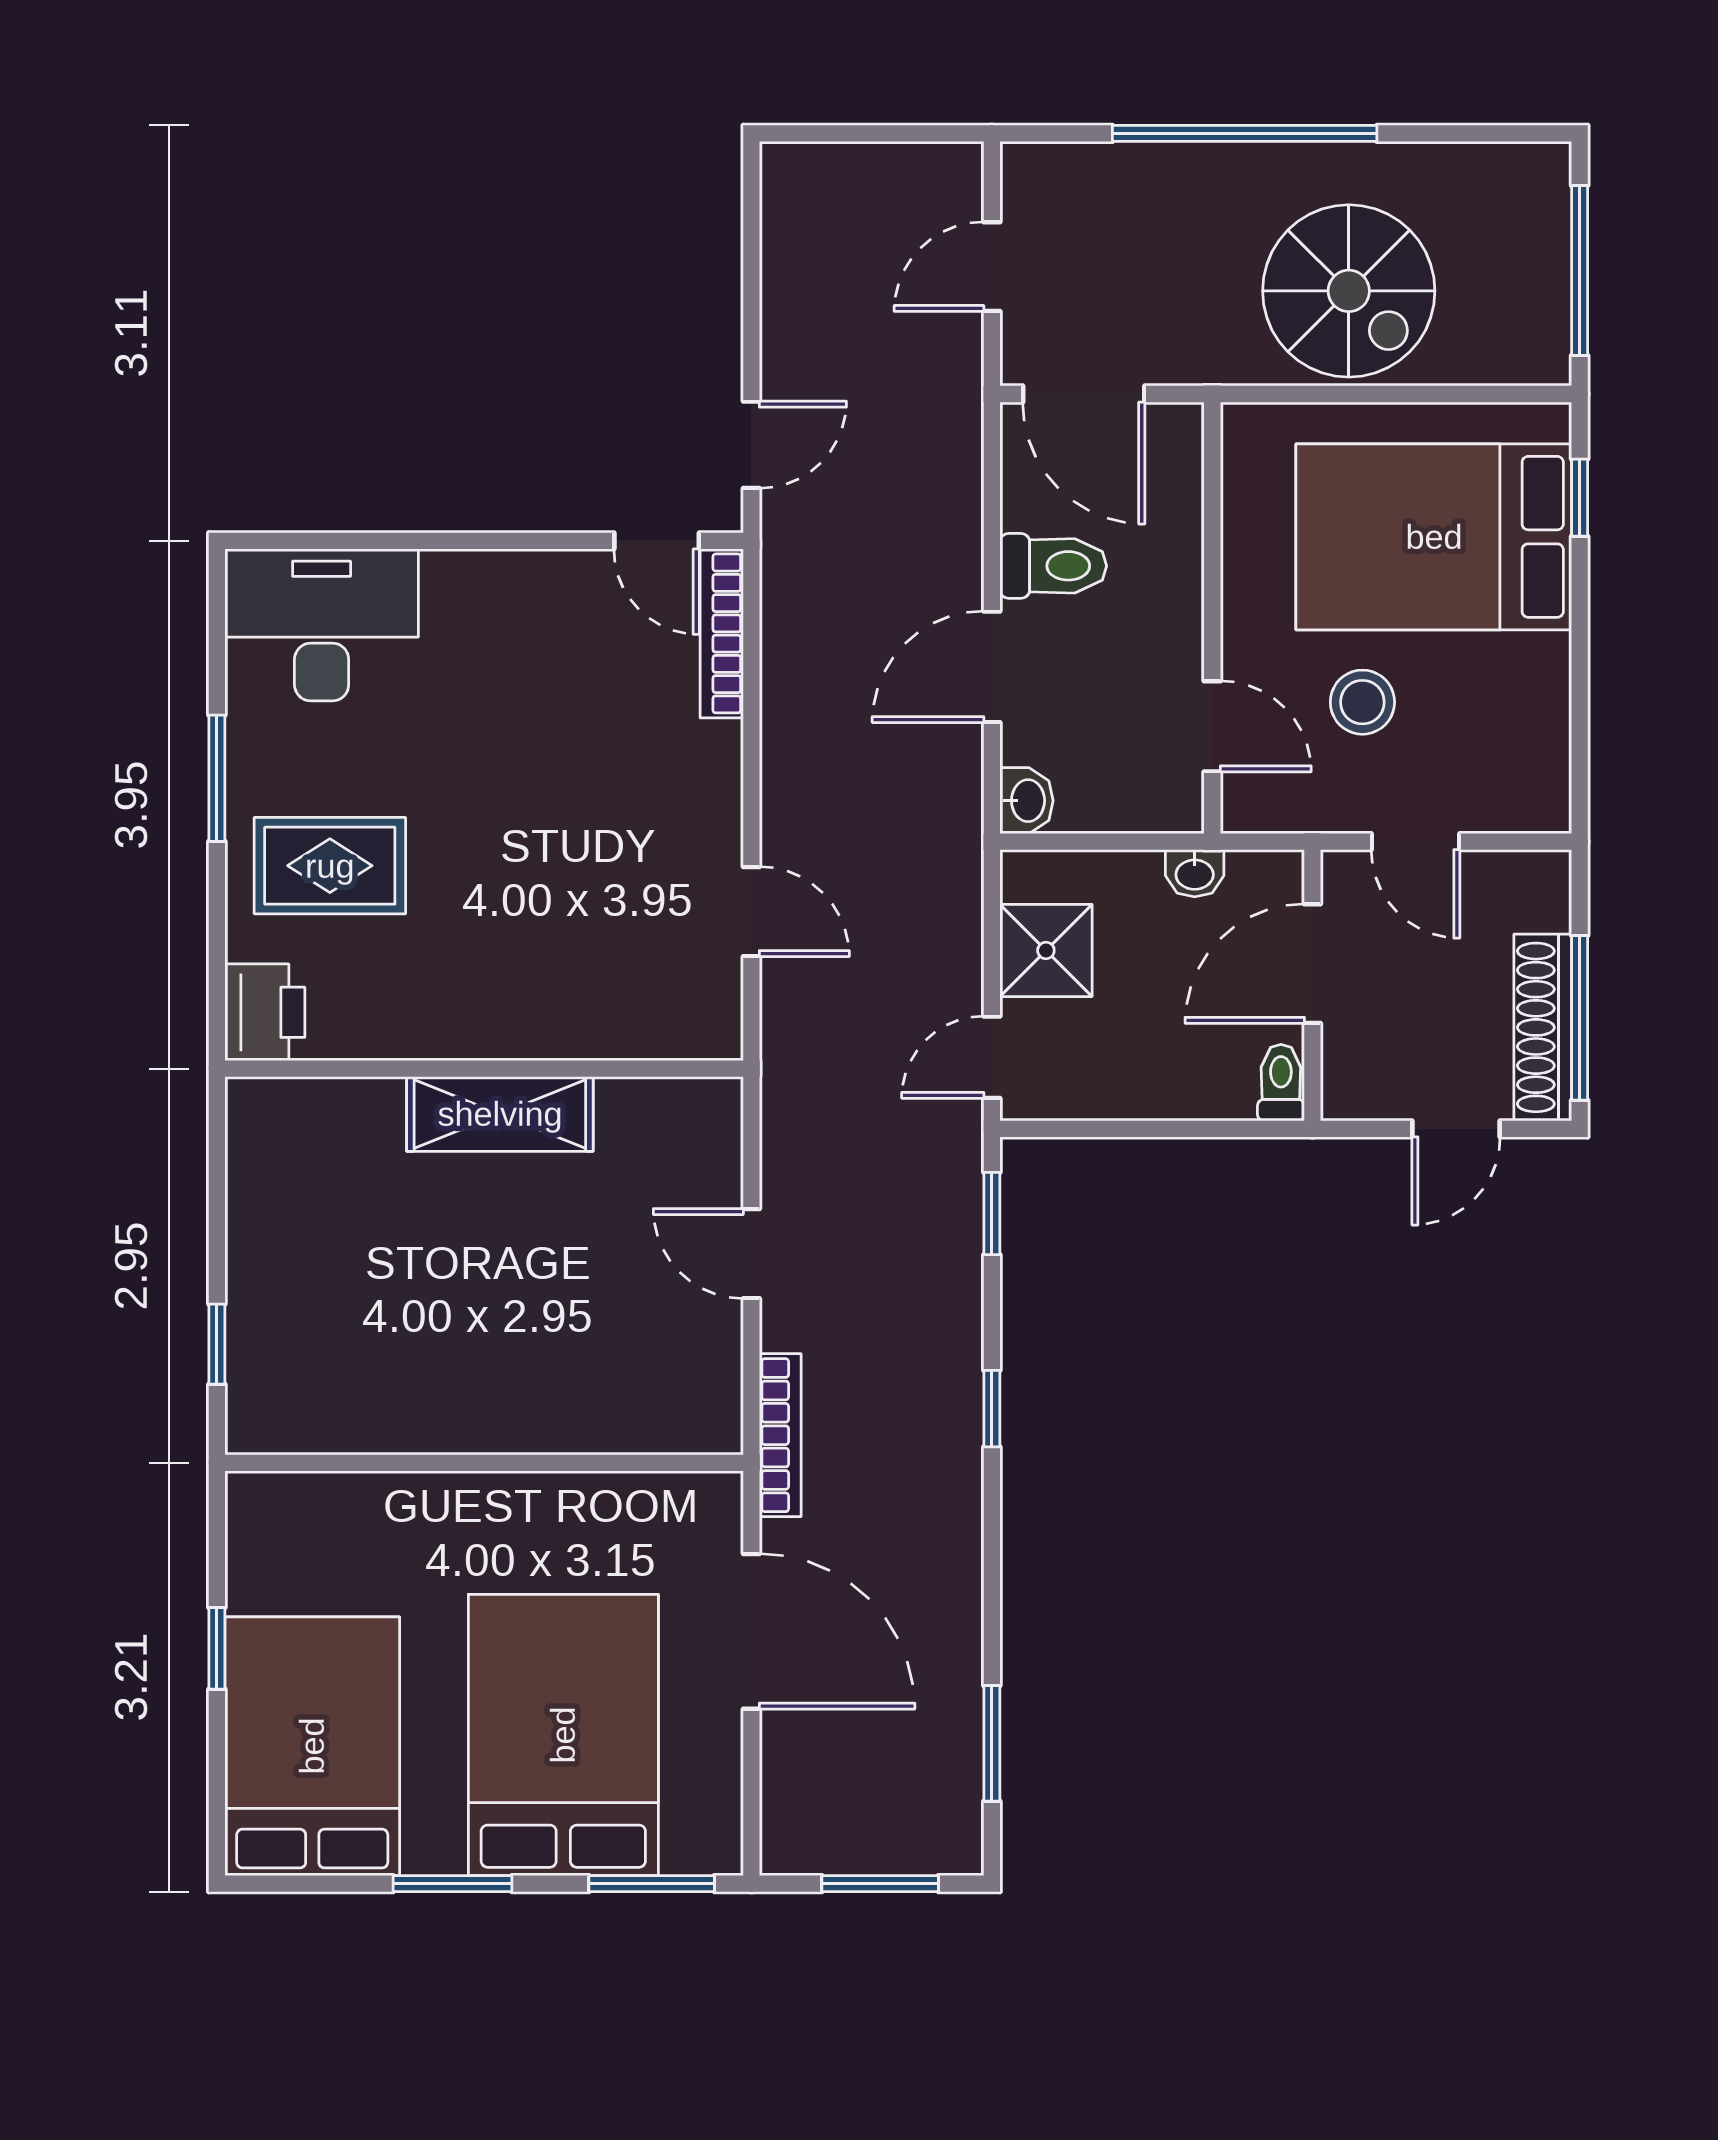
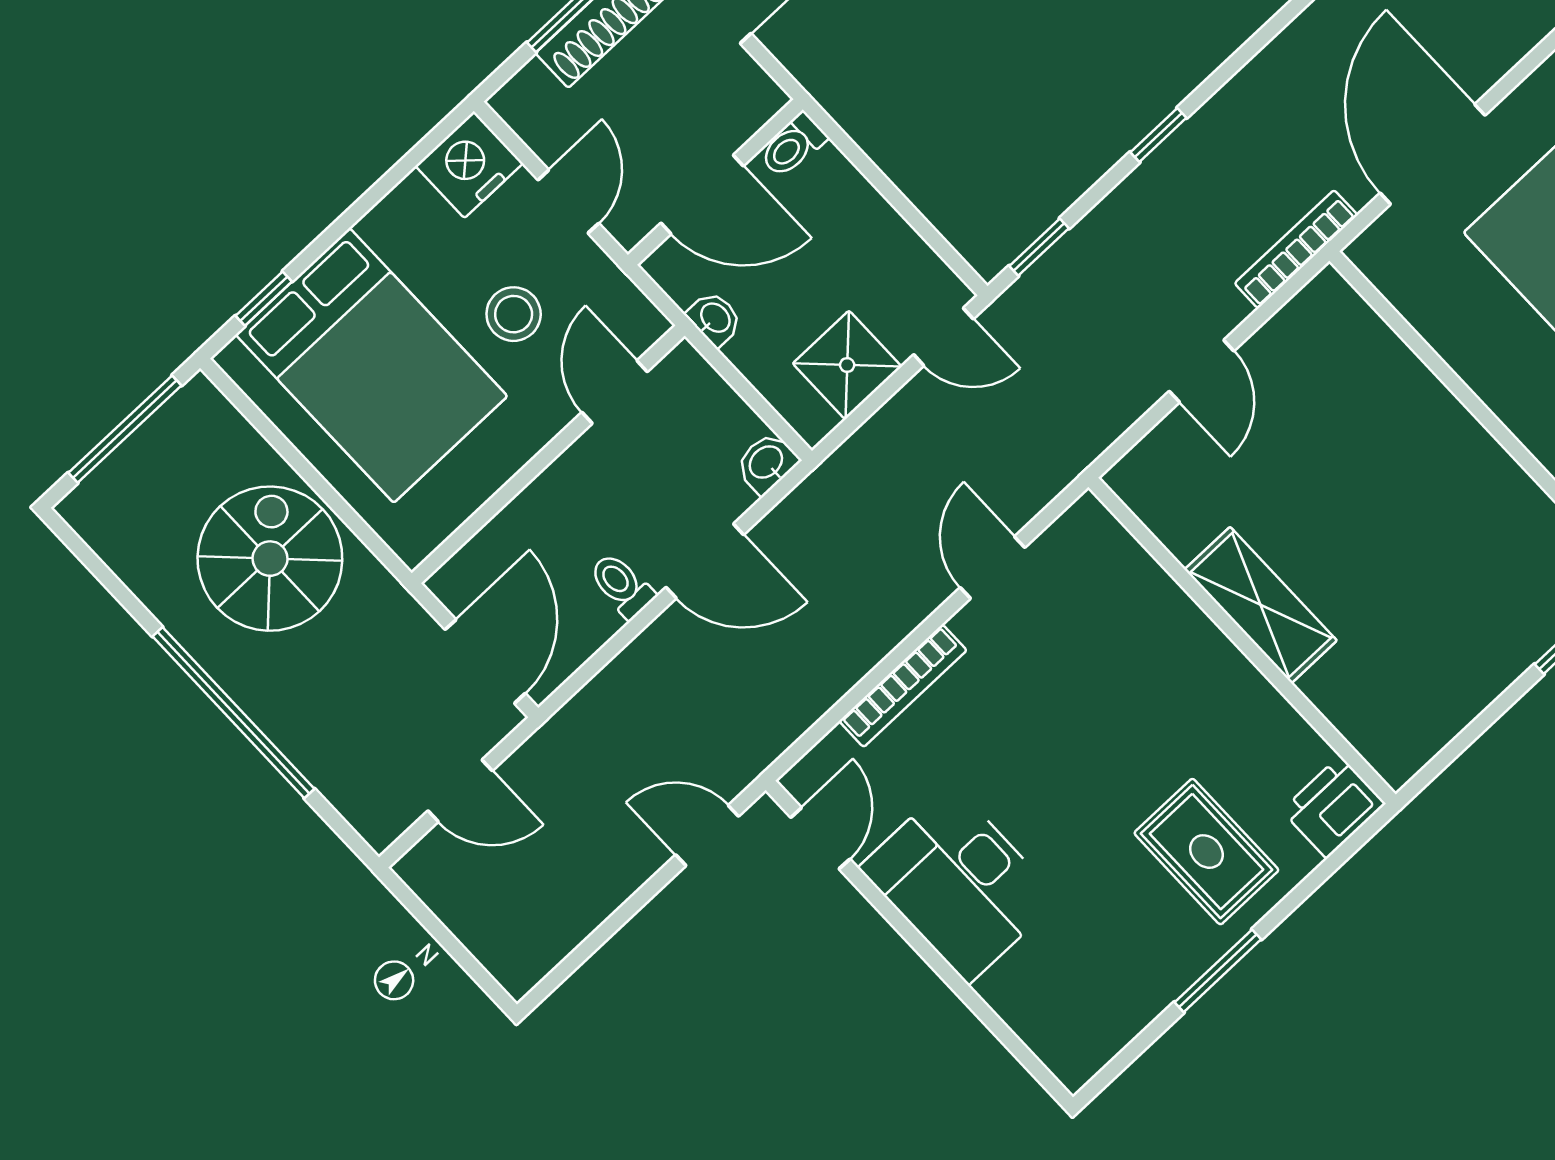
toilet: (1053, 566) -> (622, 585), width x0.73, depth x0.72
desk: (322, 625) -> (959, 883), moved
bookcase: (722, 633) -> (903, 686), moved
nightstand: (1529, 786) -> (469, 165), added

